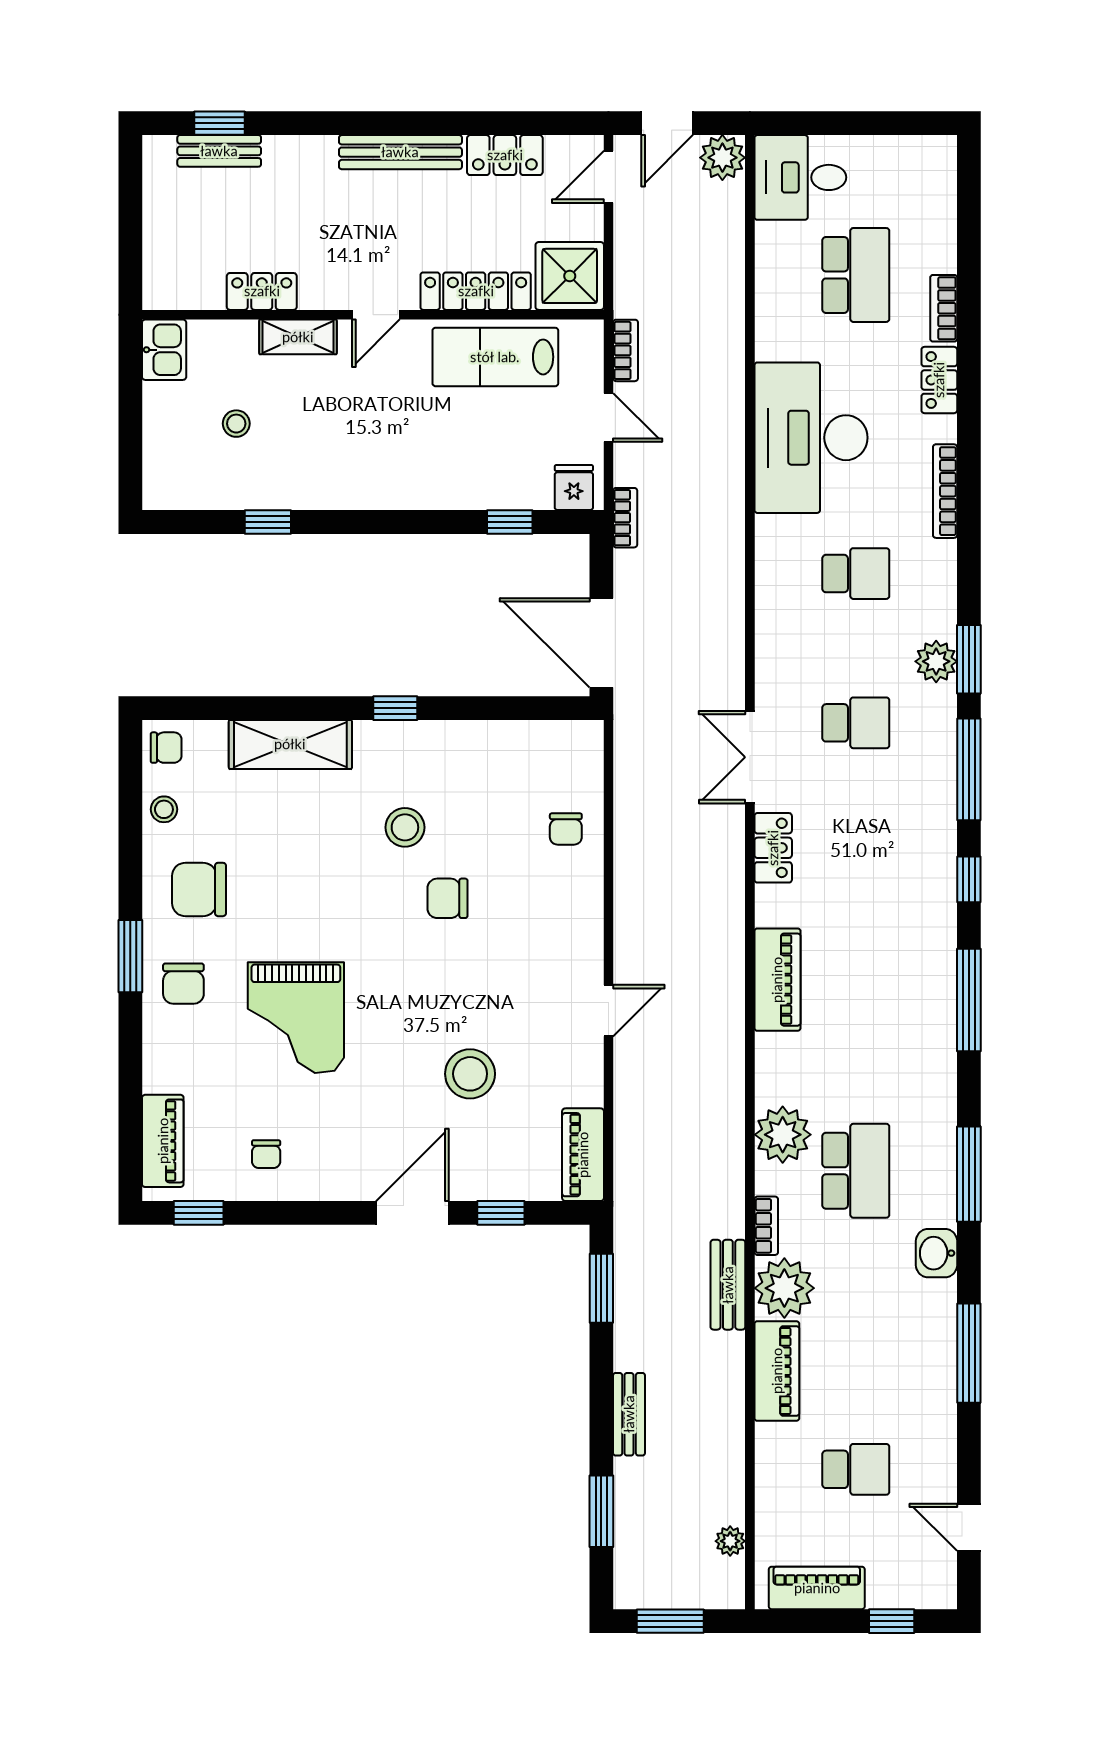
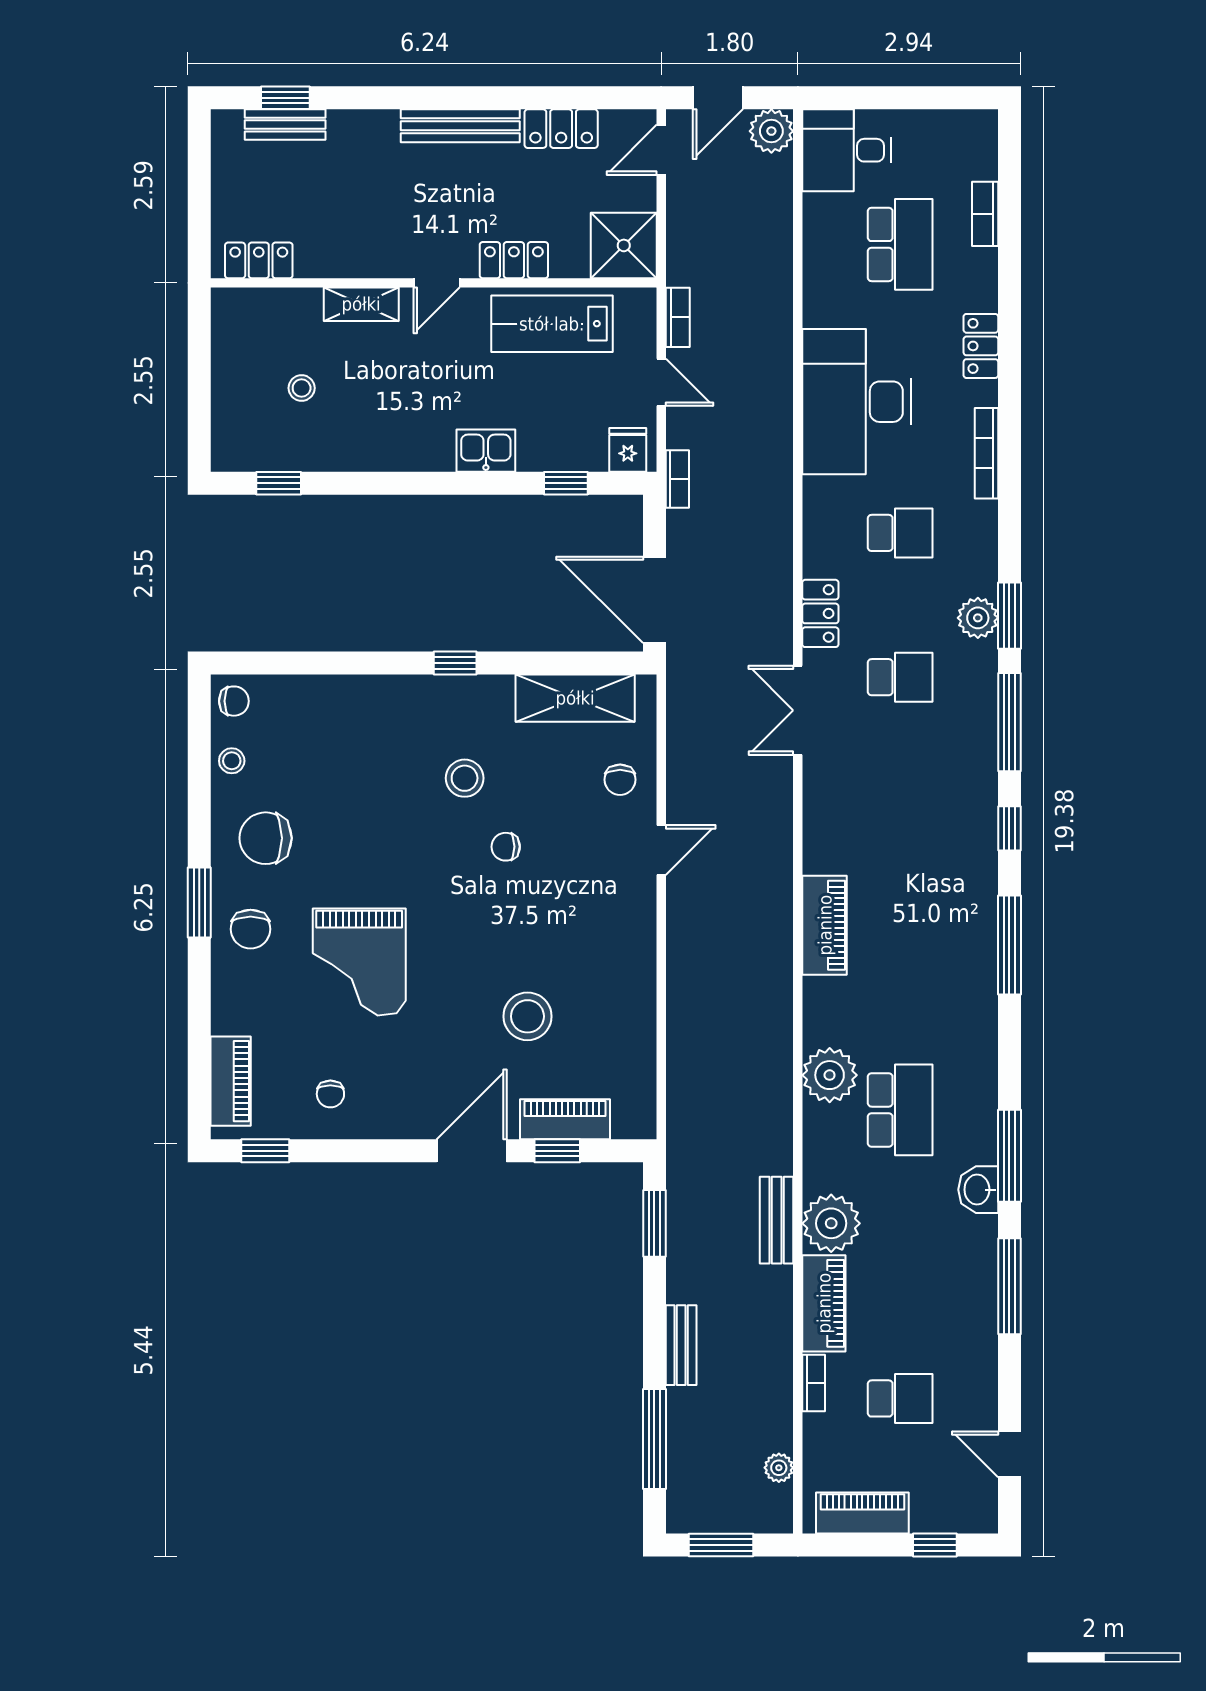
locker: (262, 291) -> (259, 260), moved
locker: (476, 291) -> (514, 260), width x0.66
bookcase: (944, 308) -> (985, 214), moved
kitchen sink: (164, 350) -> (486, 451), moved, turned -90
window: (268, 522) -> (279, 483), moved
shelving: (290, 744) -> (575, 698), moved
locker: (773, 848) -> (820, 613), moved
chair: (447, 898) -> (506, 847), width x0.73, depth x0.73
door: (608, 1011) -> (661, 850), moved
piano: (583, 1155) -> (565, 1119), moved, turned 90
window: (969, 1174) -> (1009, 1156), moved
bookcase: (766, 1226) -> (814, 1383), moved
window: (601, 1511) -> (654, 1439), width x1.44

